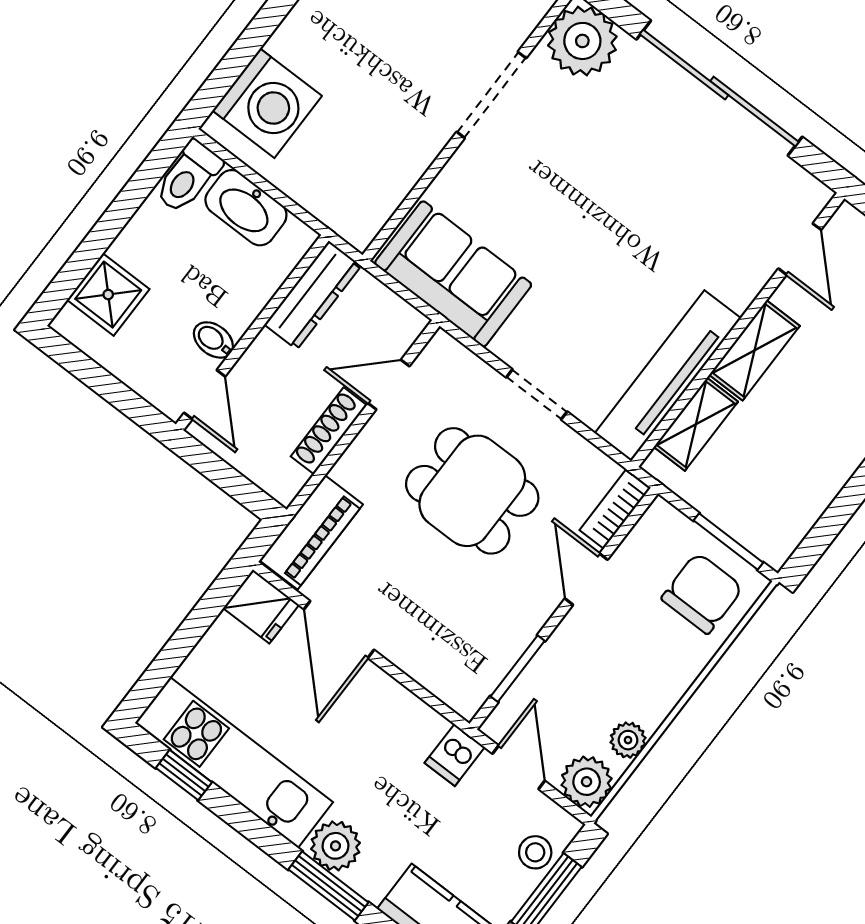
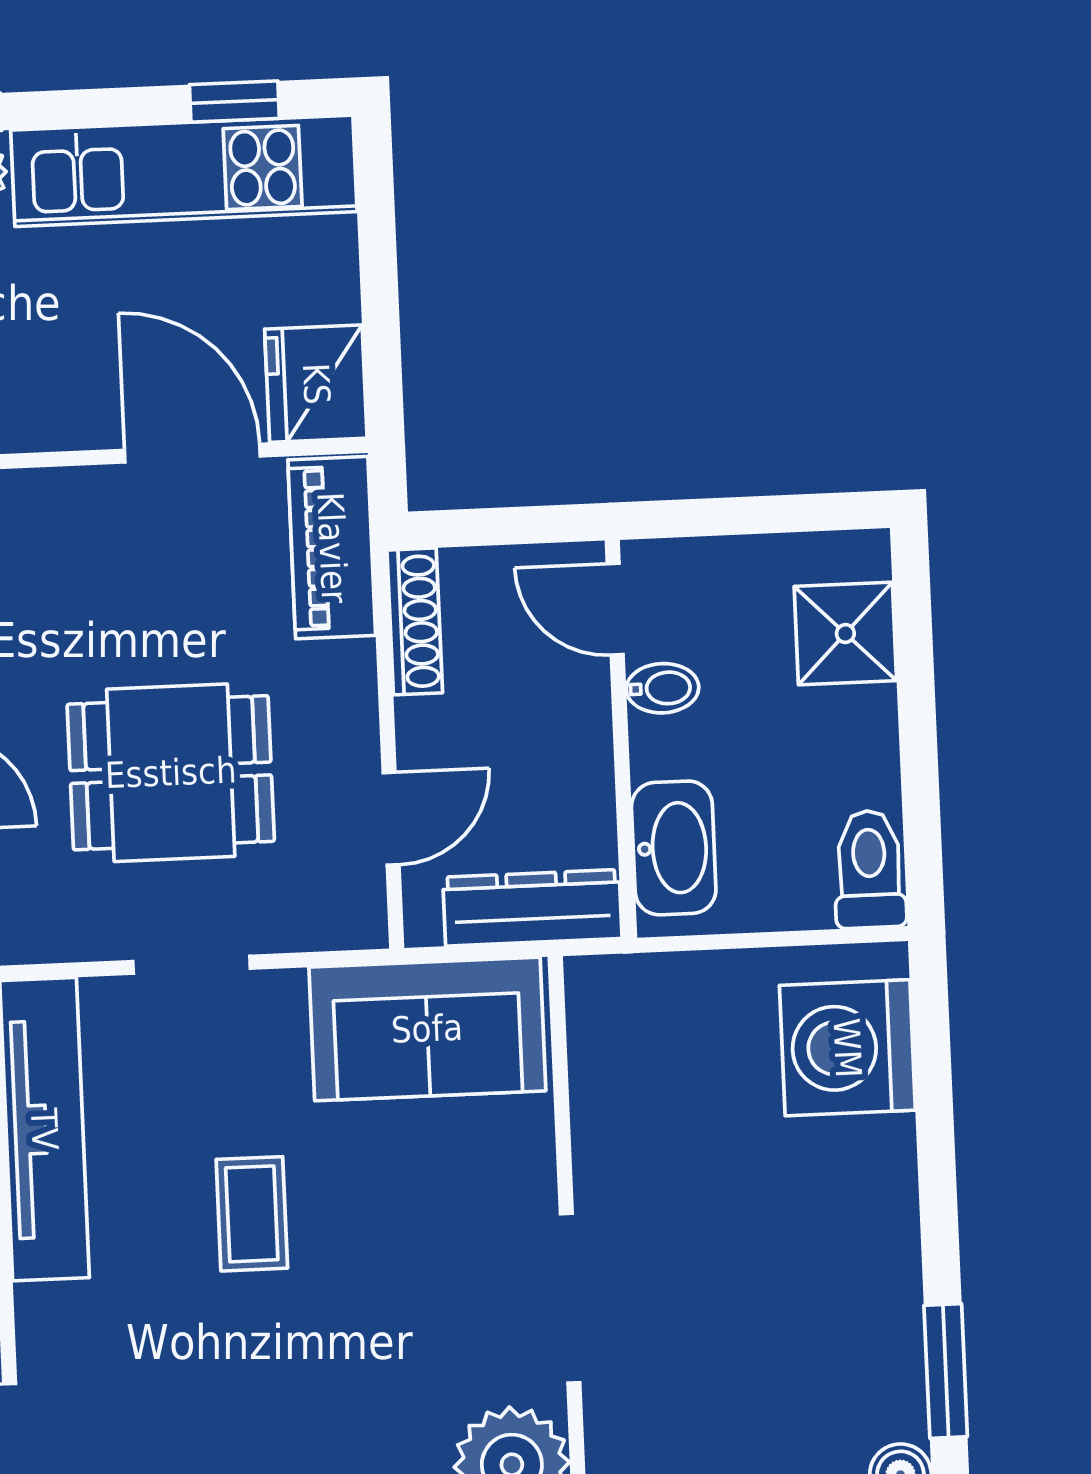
washbasin: (246, 208) -> (674, 848), moved, turned 90
coffee table: (605, 257) -> (252, 1214), added
dresser: (313, 295) -> (532, 908), moved, turned 90
shoe rack: (329, 431) -> (415, 621), moved
fridge: (261, 606) -> (316, 384), width x1.38

